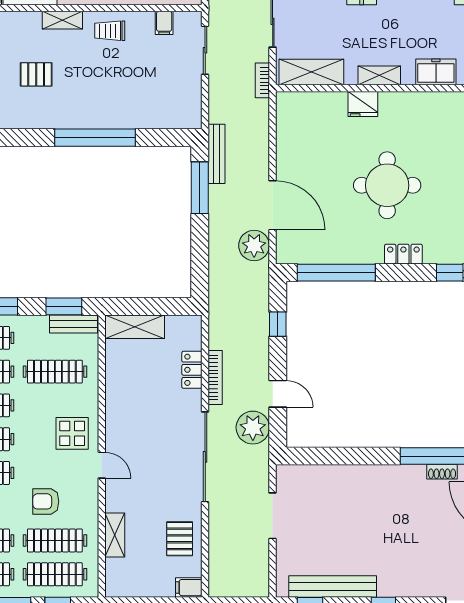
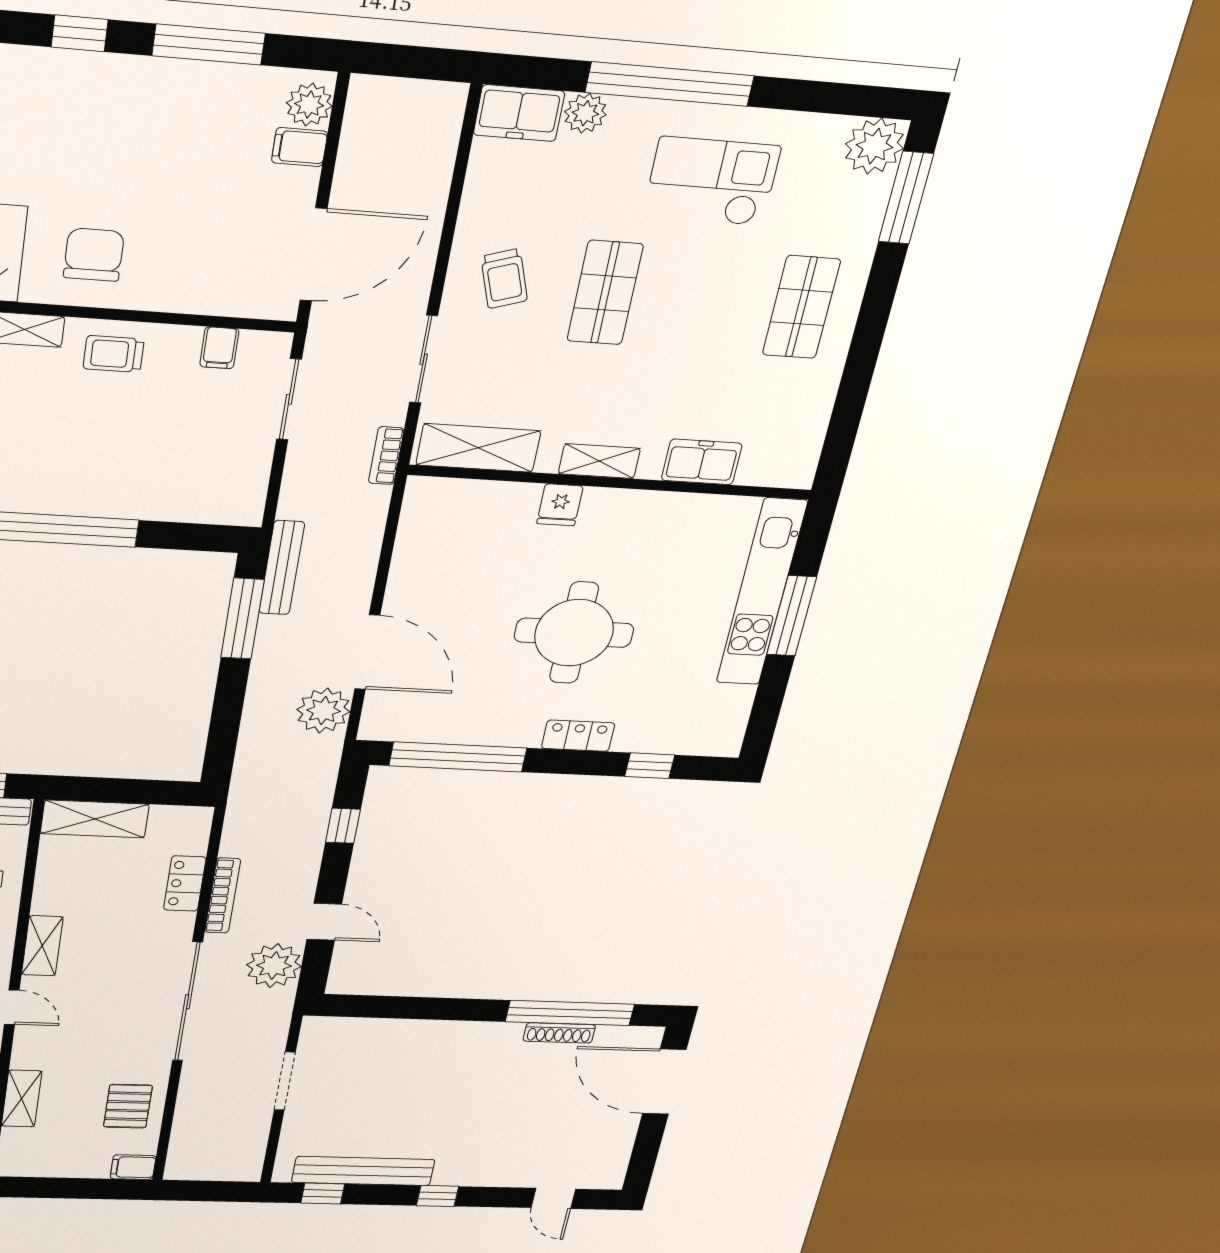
fridge: (363, 104) -> (560, 505), width x0.72
shelving: (115, 419) -> (42, 946), added
shoe rack: (442, 472) -> (559, 1033), width x1.43

